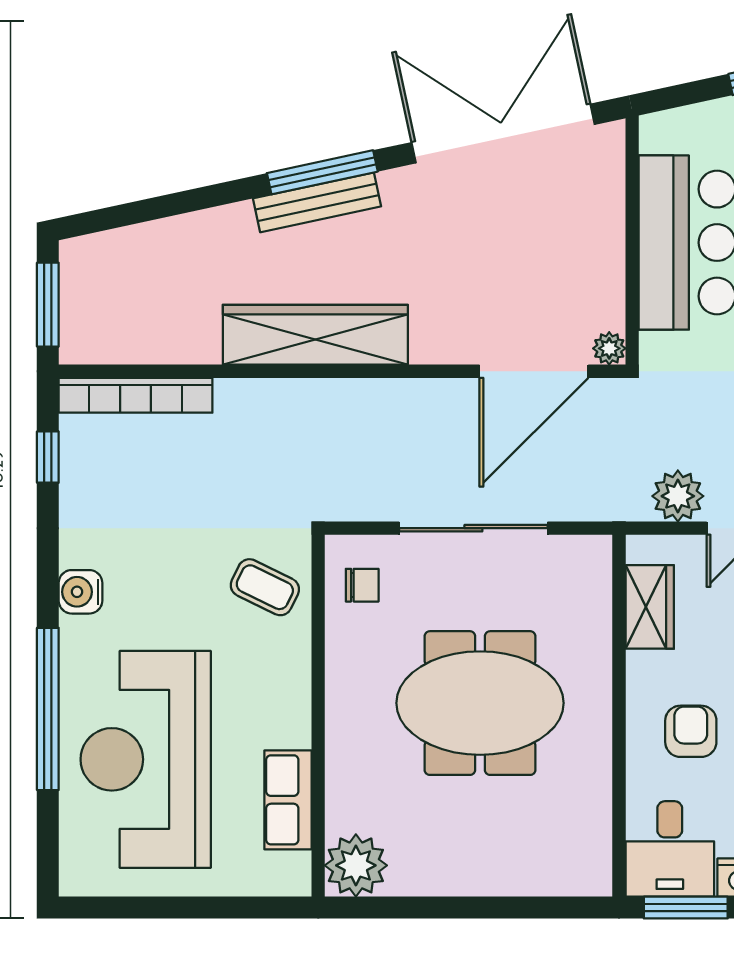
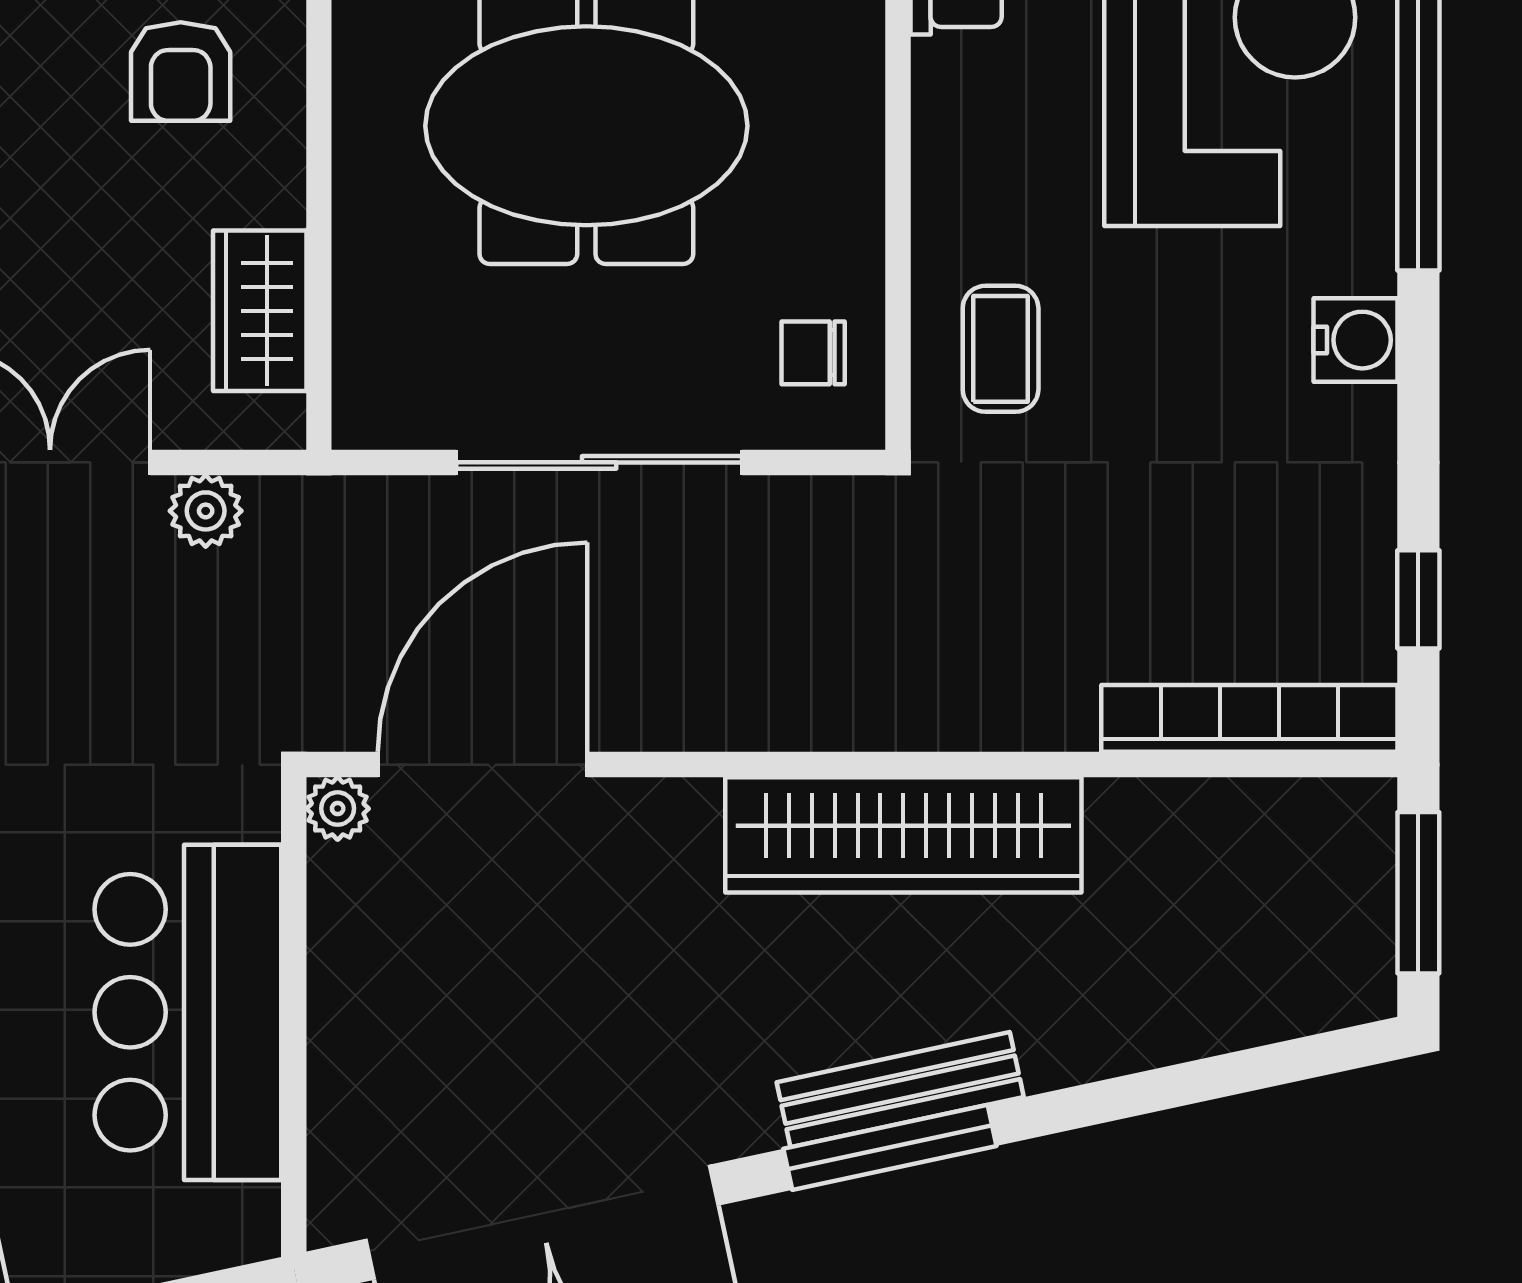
plant: (678, 496) -> (206, 511), width x0.73, depth x0.73
coffee table: (265, 587) -> (1001, 349), turned 64

